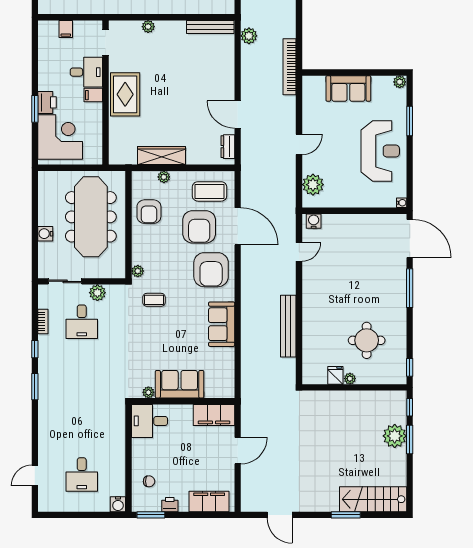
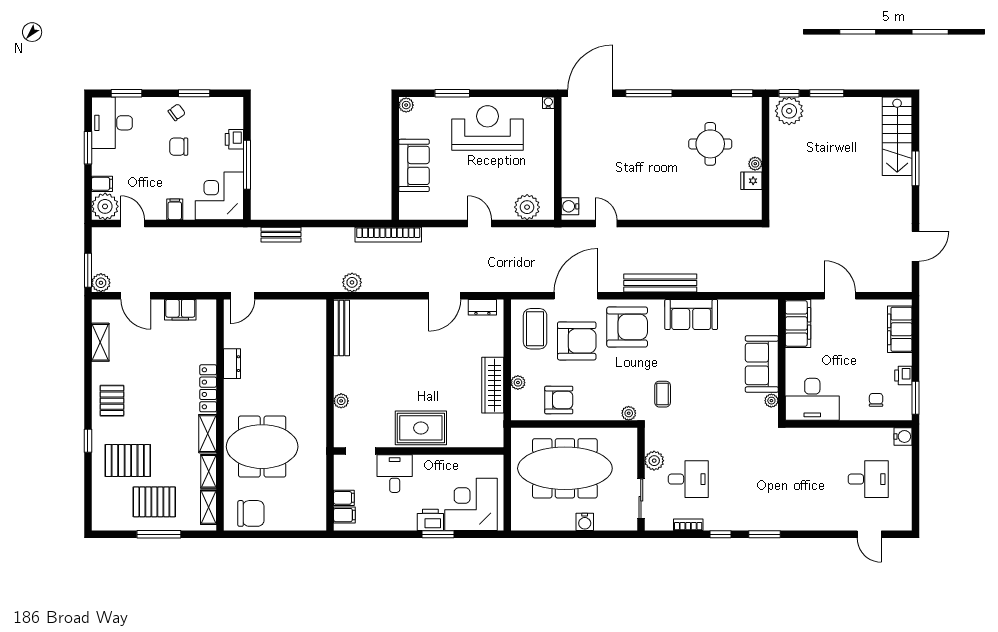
filing cabinet: (93, 95) -> (344, 515), moved, turned -90
bench: (288, 326) -> (660, 283), moved
desk: (150, 421) -> (812, 399), width x1.37
plant: (395, 436) -> (789, 111), moved

